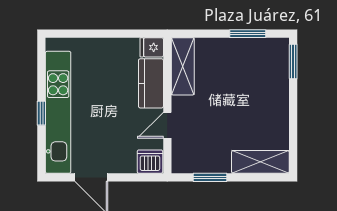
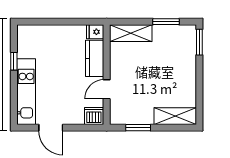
shelving: (183, 66) -> (131, 33), moved, turned 90
kitchen unit: (58, 112) -> (26, 92), width x0.73
window: (41, 113) -> (14, 61), moved

